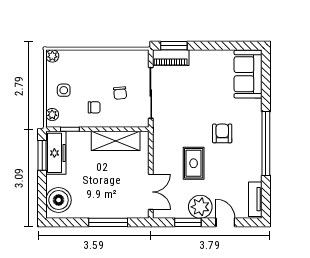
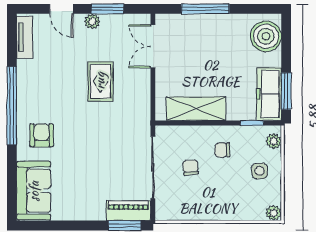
armchair: (222, 133) -> (42, 135), moved, turned 180
plant: (200, 207) -> (92, 21), width x0.53, depth x0.53

